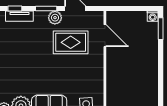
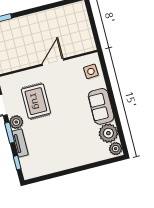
tv unit: (19, 16) -> (20, 143), moved
door: (105, 36) -> (53, 62), moved

